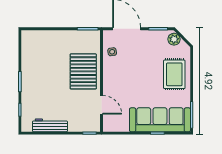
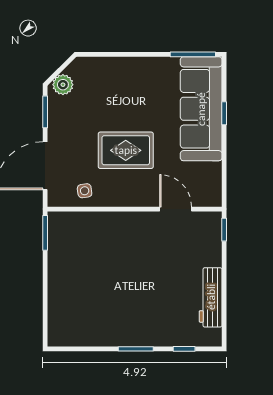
pallet: (83, 71) -> (118, 240), removed
rug: (174, 74) -> (126, 150), moved
door: (101, 105) -> (176, 209), hinge flipped

